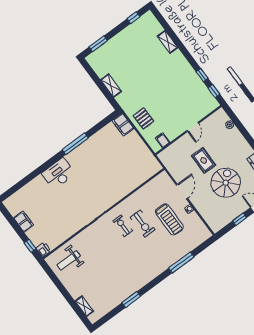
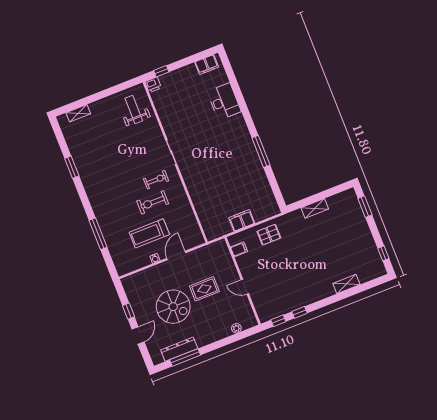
filing cabinet: (123, 124) -> (242, 220), moved
desk: (58, 174) -> (224, 102), moved
door: (182, 192) -> (176, 256), swing flipped
filing cabinet: (24, 222) -> (207, 65), moved

